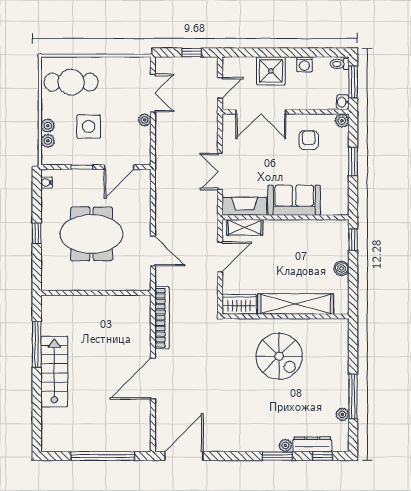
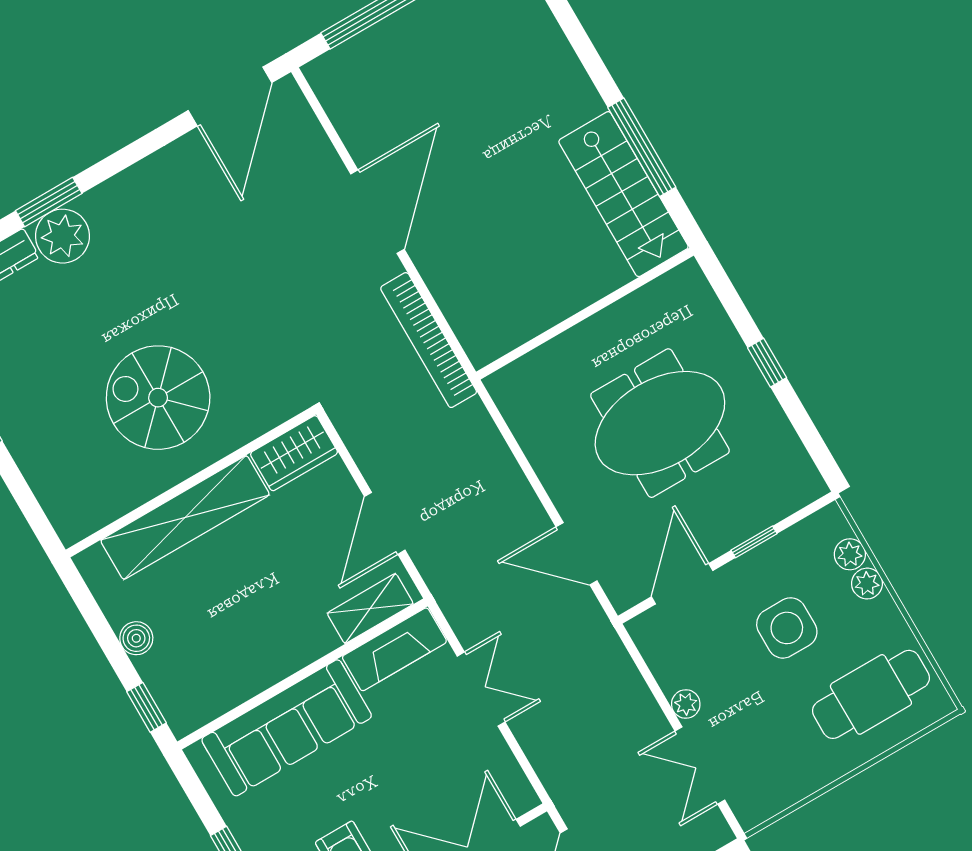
water cooler: (47, 183) -> (805, 472), removed
sofa: (294, 200) -> (287, 728), width x1.36
door: (153, 251) -> (577, 554), moved
stairs: (54, 371) -> (623, 194), moved
plant: (285, 445) -> (63, 236), width x1.87, depth x1.87

